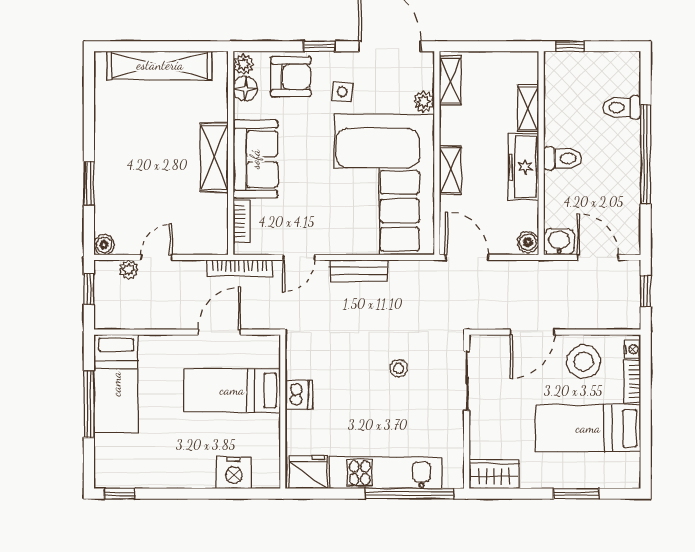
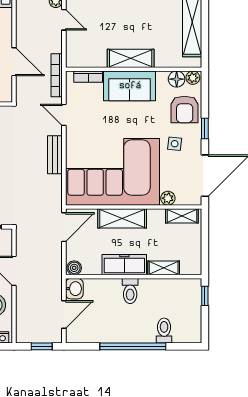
shelving: (450, 170) -> (122, 218), width x1.50, depth x1.33

